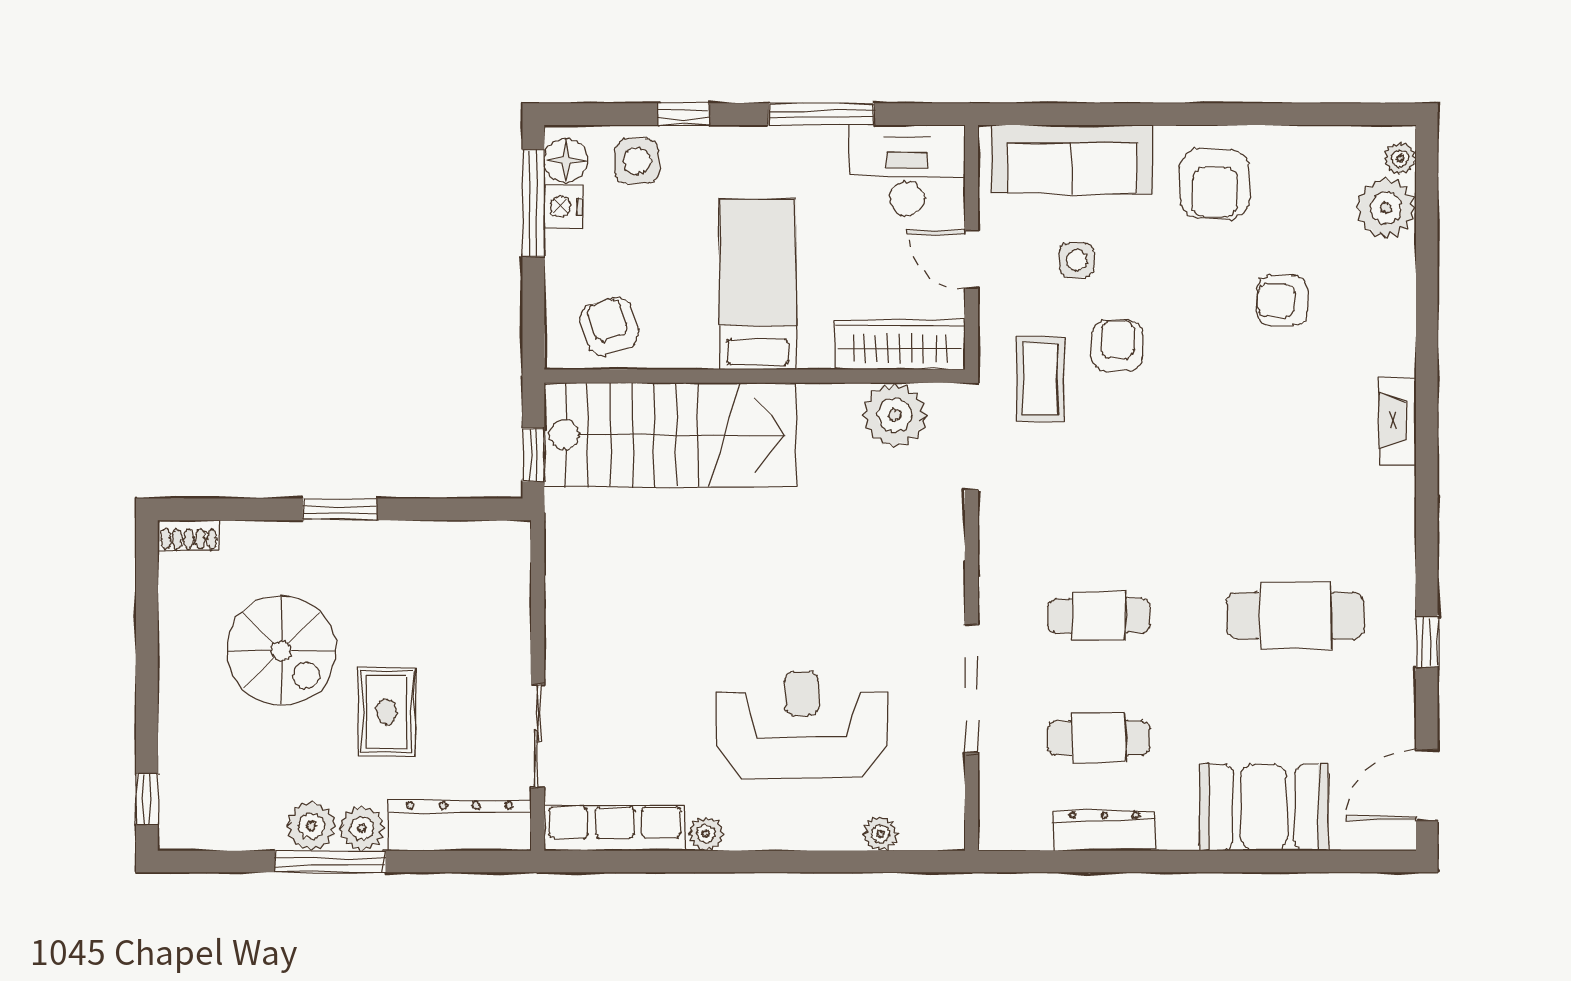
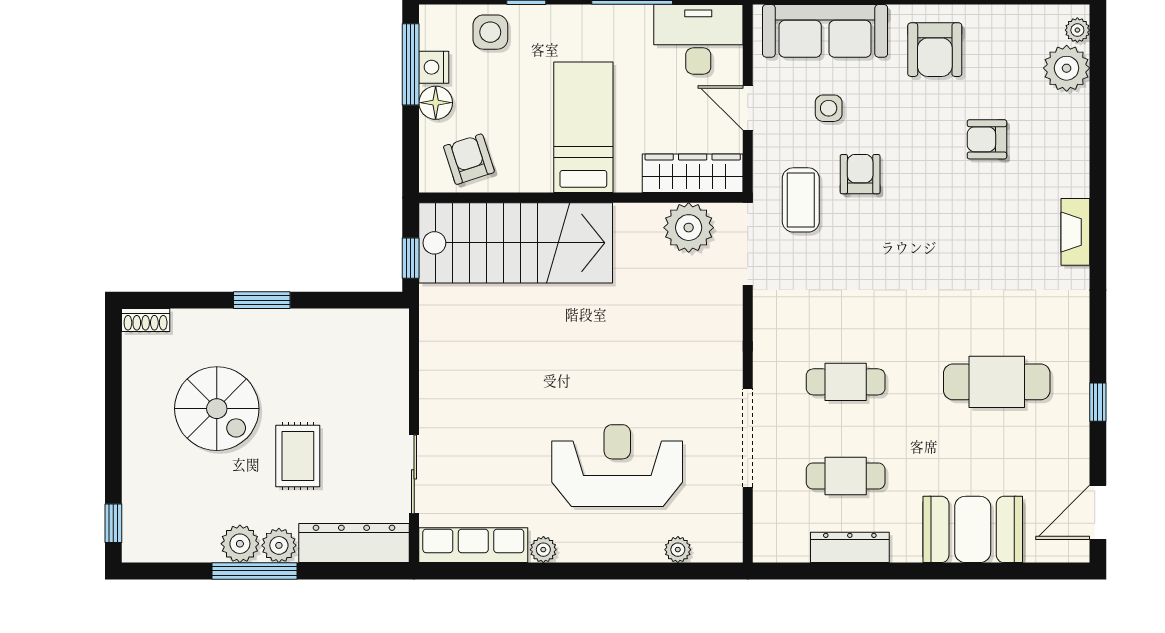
floor lamp: (566, 160) -> (436, 103), moved

